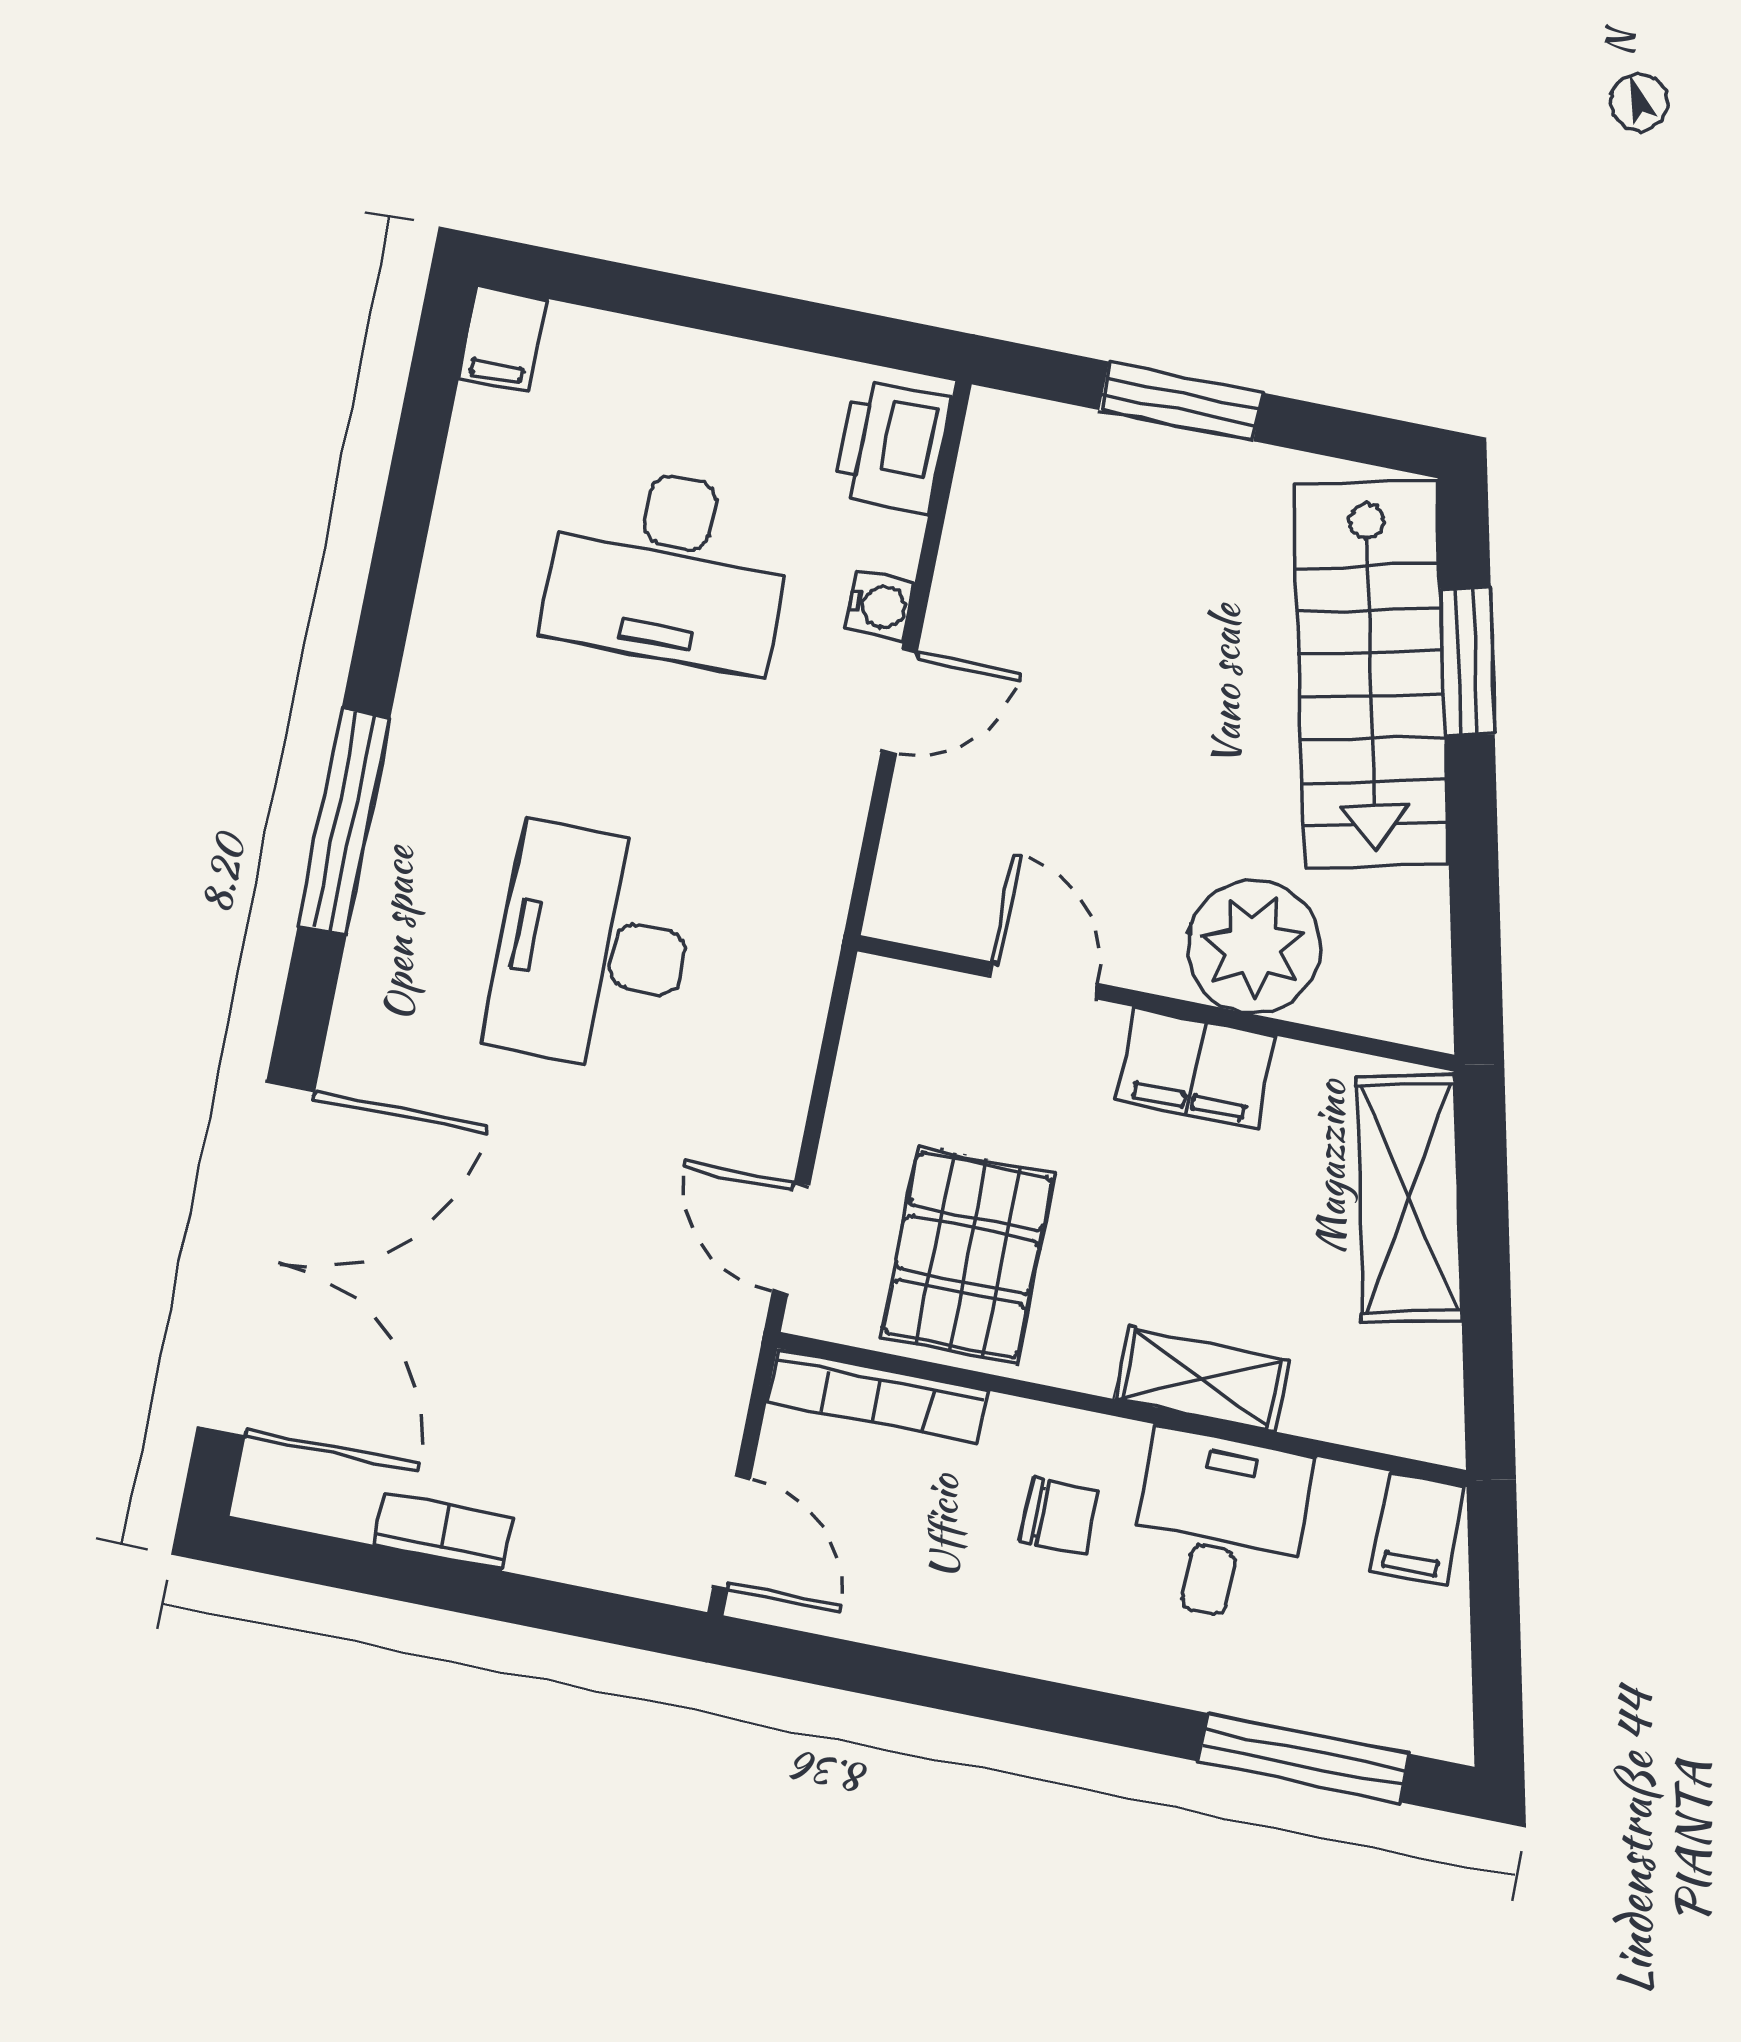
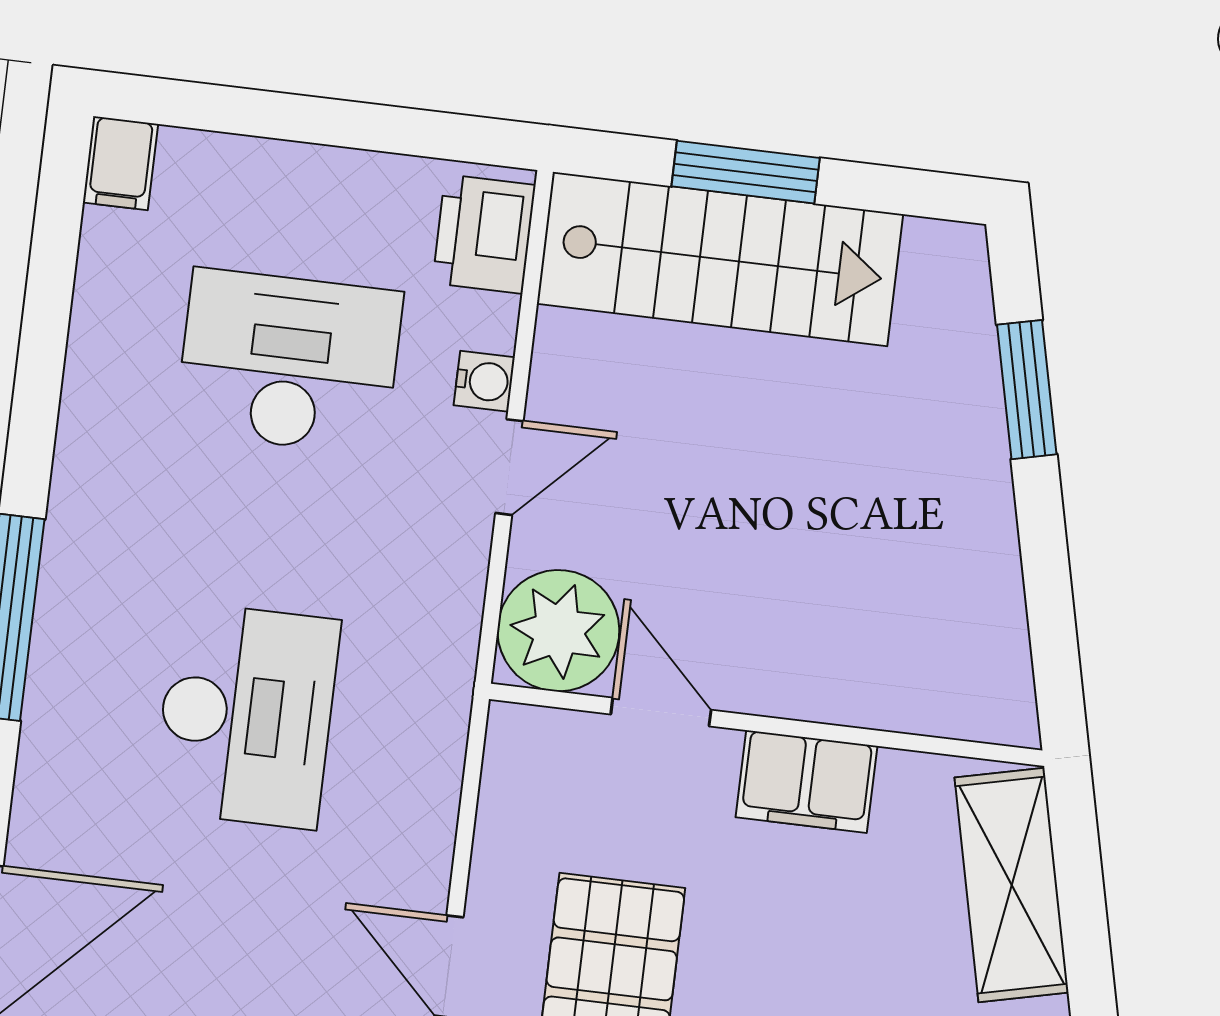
desk: (669, 568) -> (289, 362), turned 180
stairs: (1371, 674) -> (720, 259), moved, turned -77
plant: (1254, 947) -> (558, 631), moved
desk: (592, 948) -> (246, 715), turned 180

